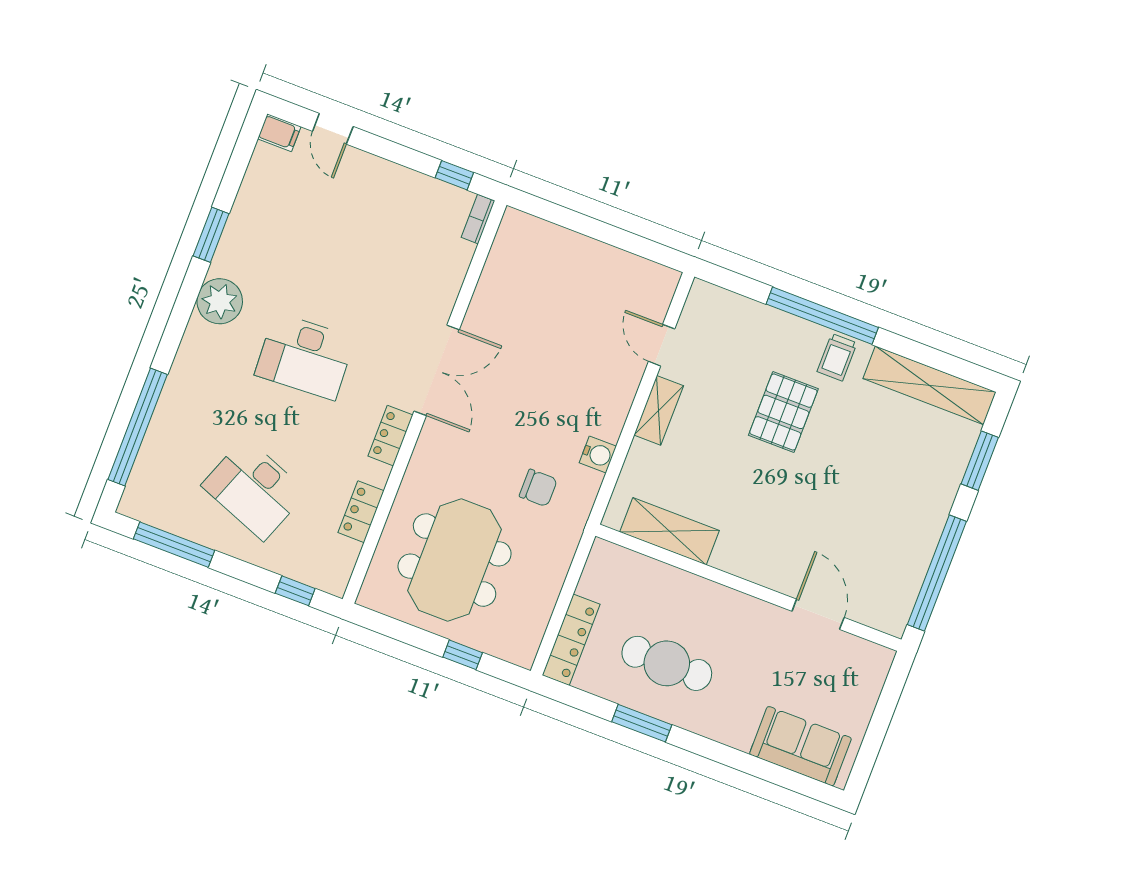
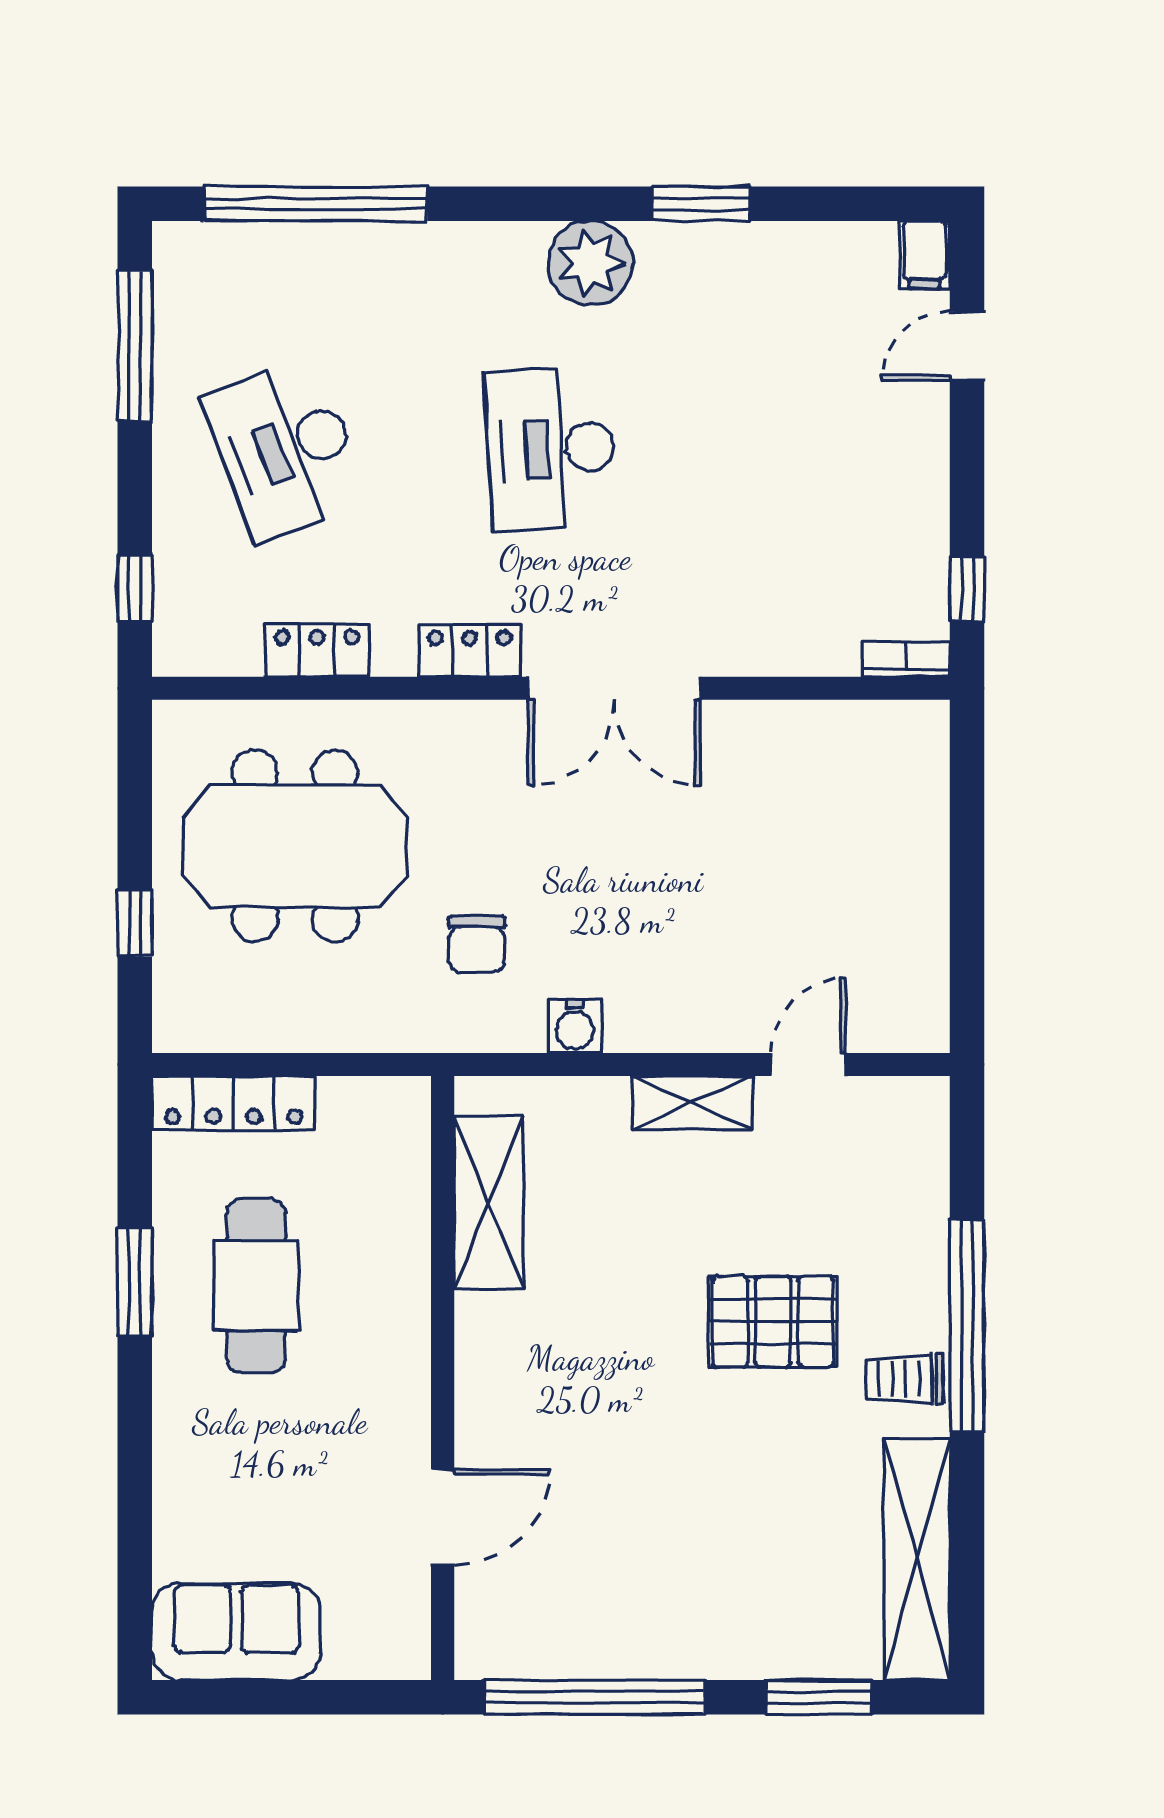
desk: (254, 489) -> (286, 449), turned -42
sofa: (800, 746) -> (236, 1631), moved, turned -90

